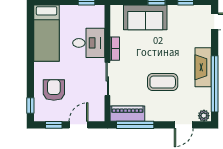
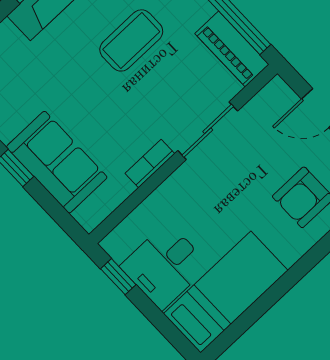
desk: (89, 43) -> (165, 266), moved, turned -90
coffee table: (163, 82) -> (131, 40), turned 90

